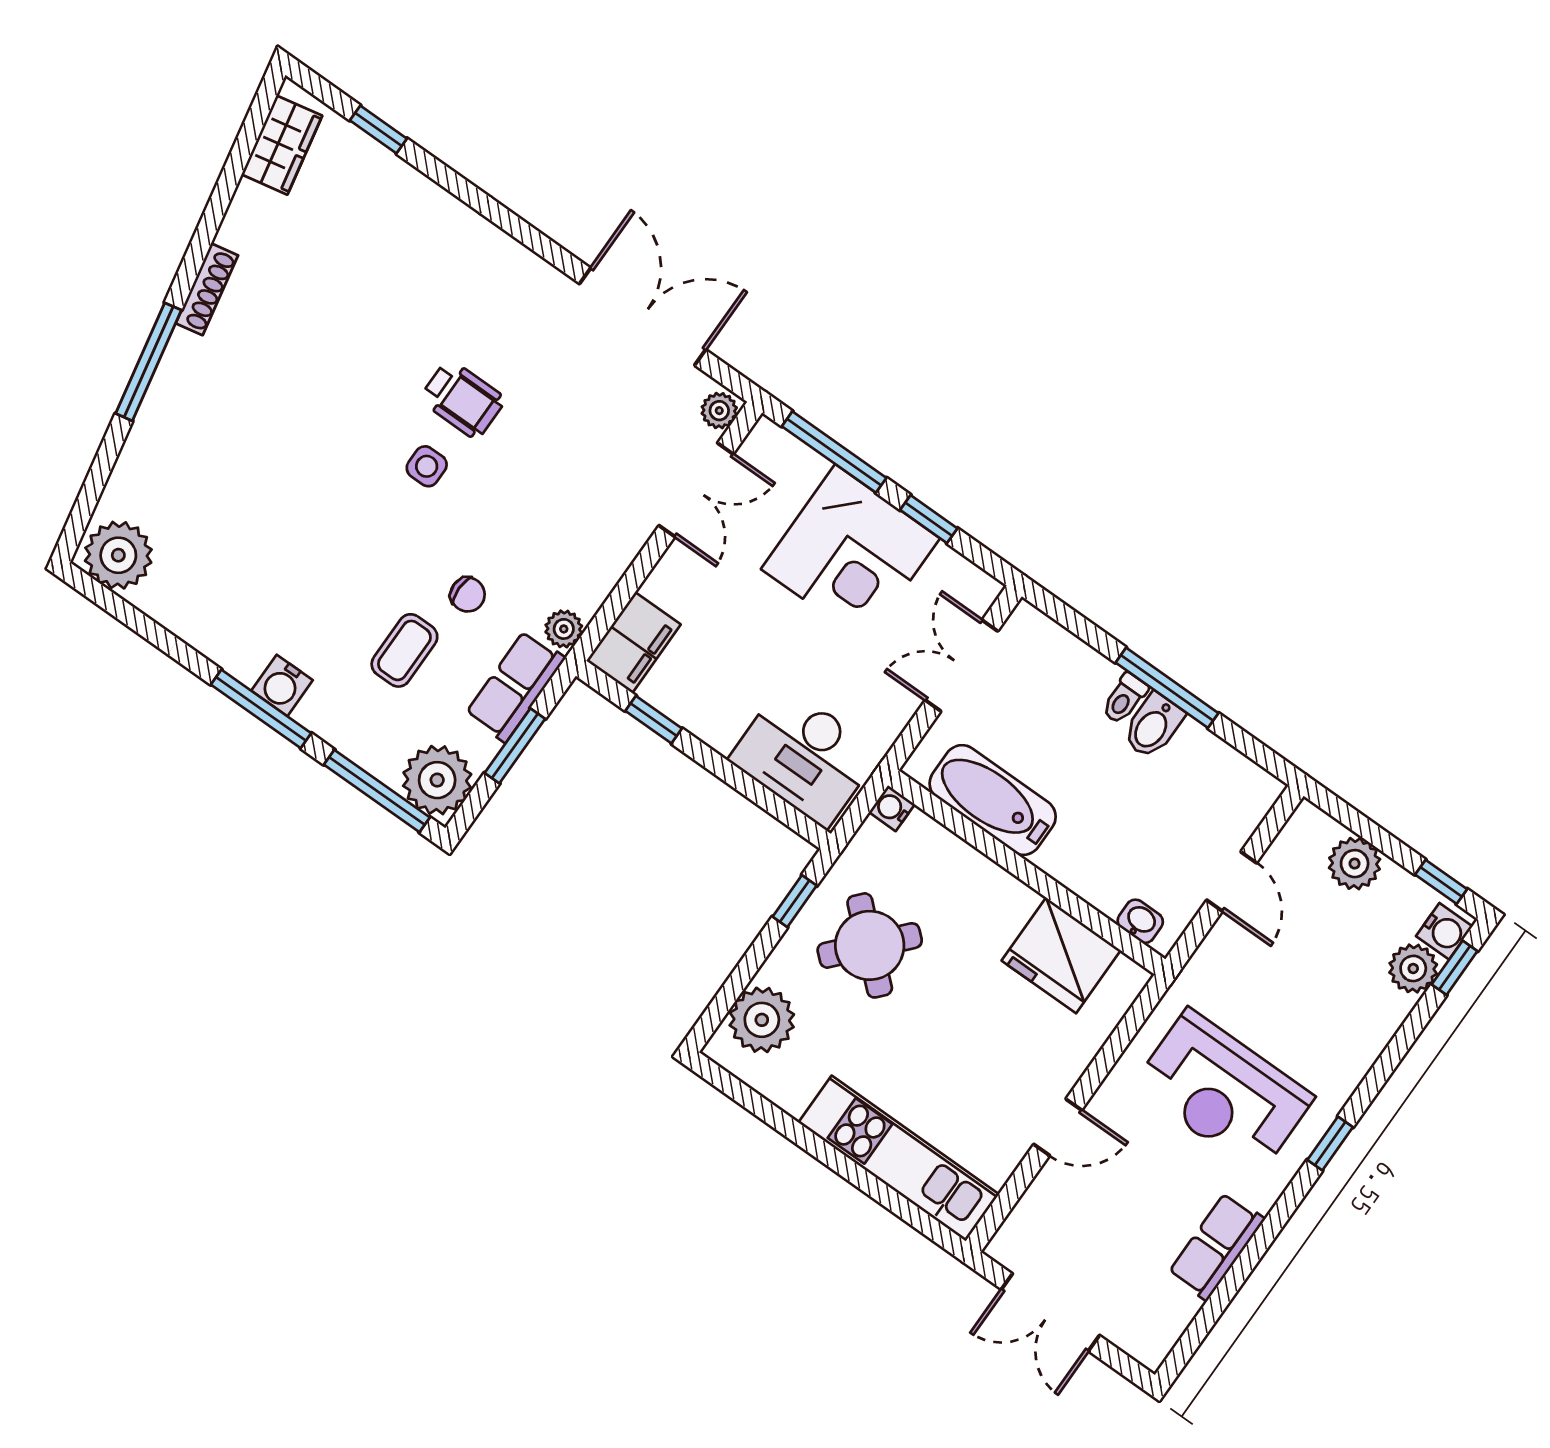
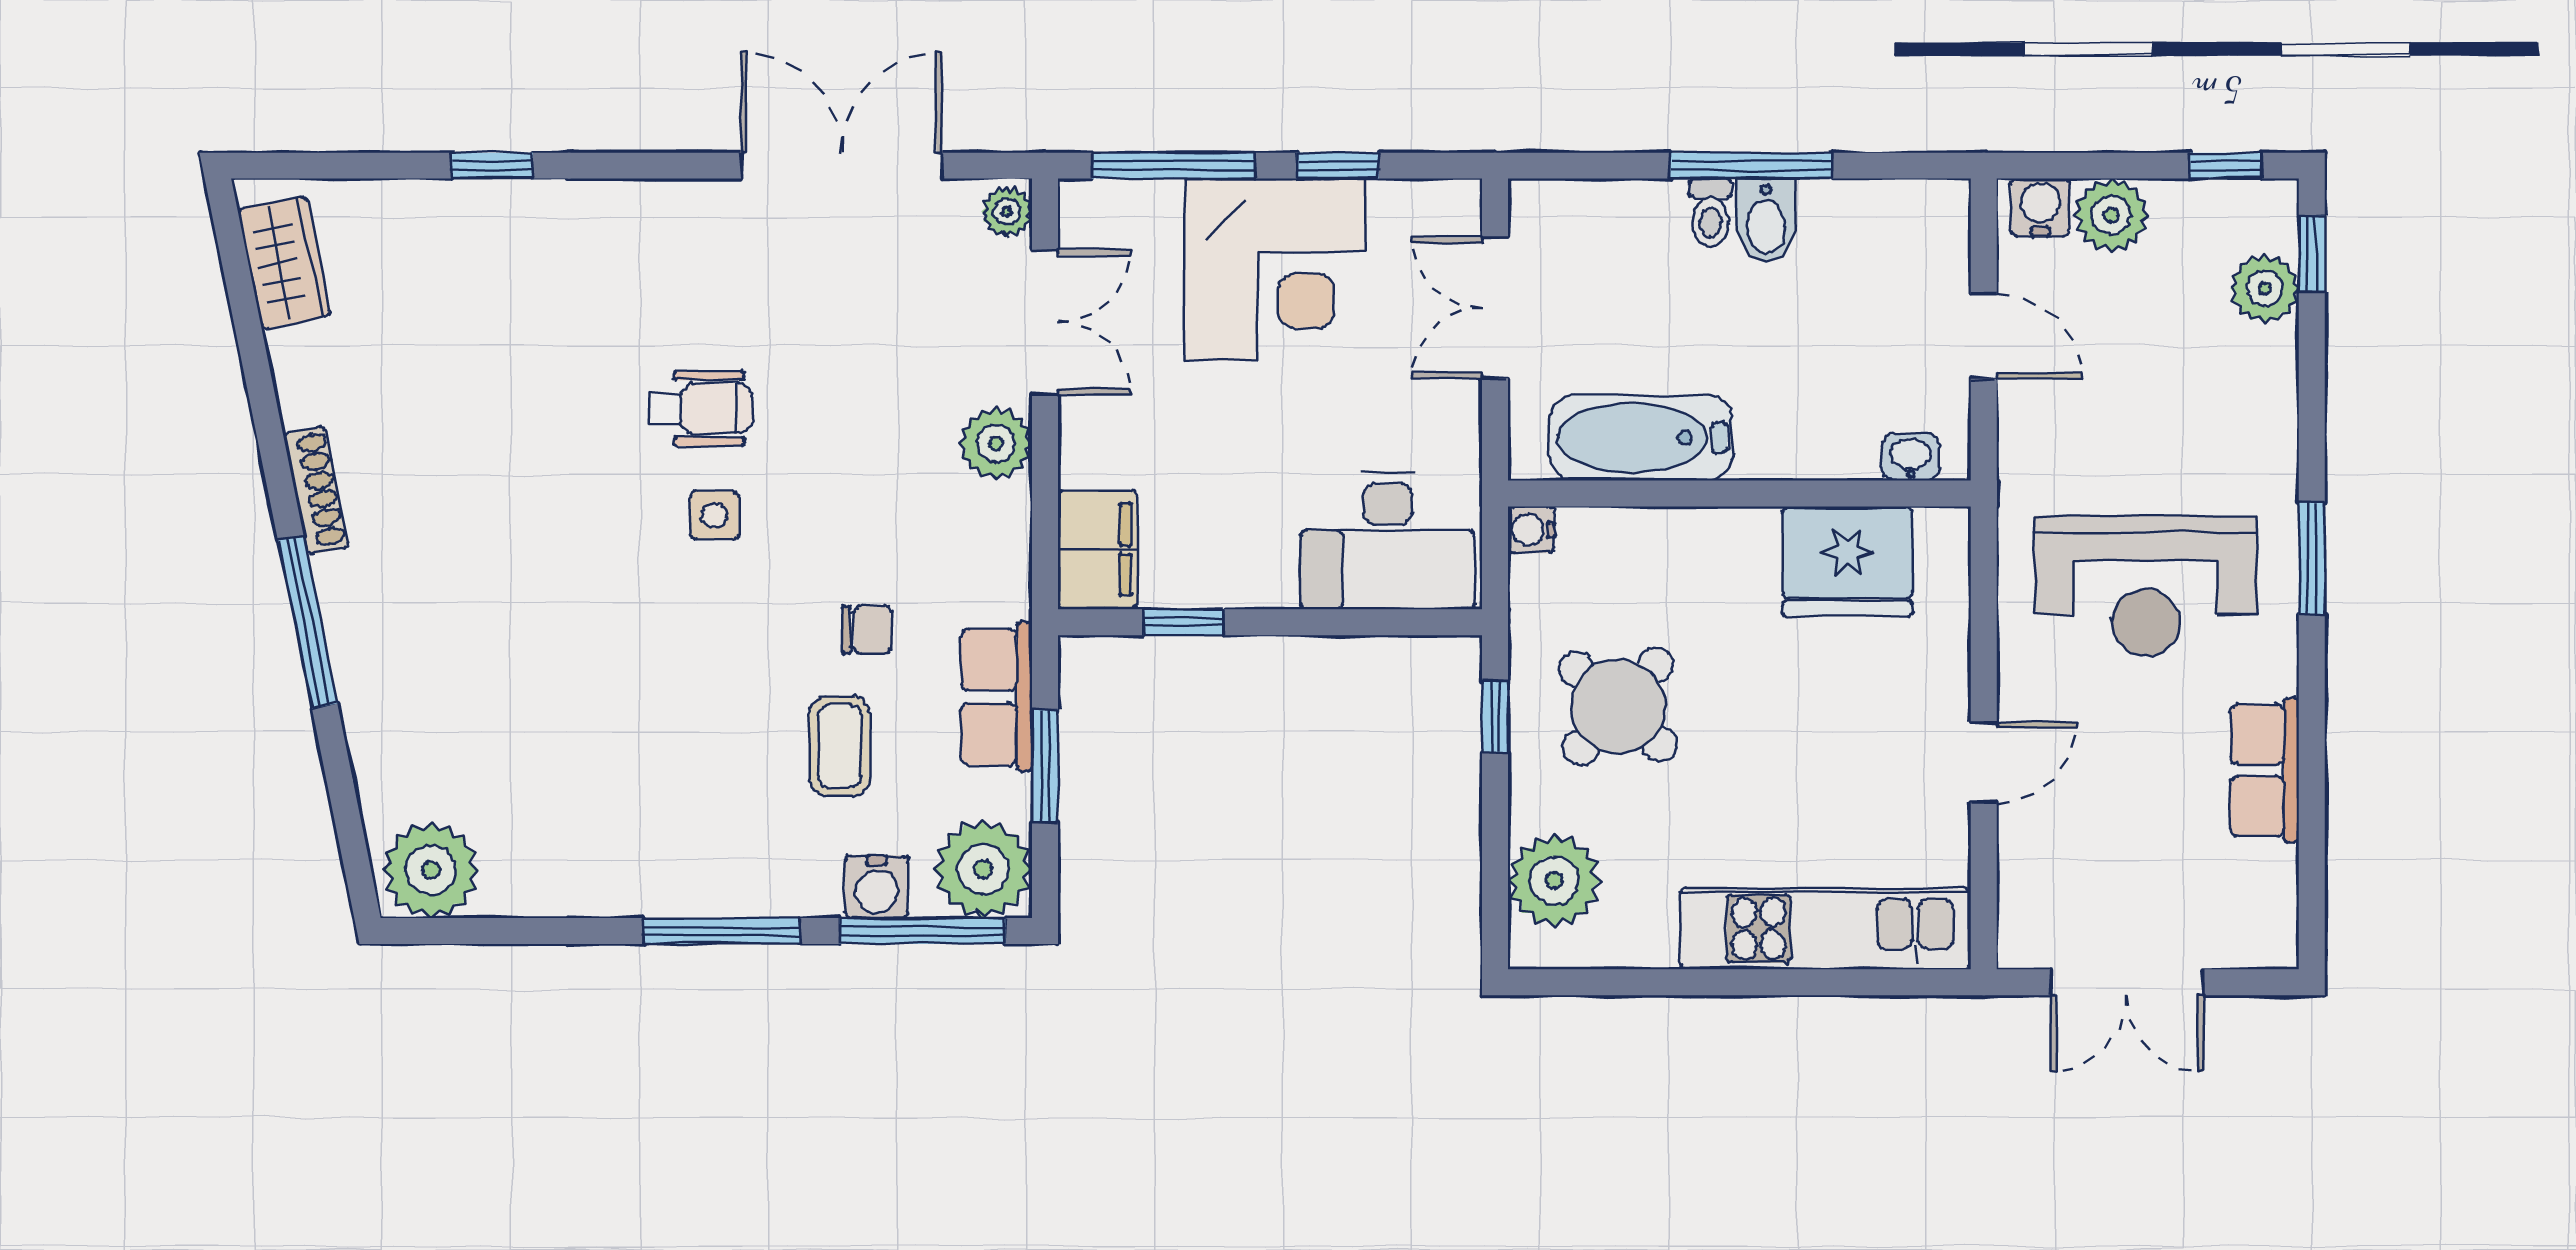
window: (378, 129) -> (493, 166), moved
plant: (564, 629) -> (996, 443), moved, width x1.38, depth x1.38
water cooler: (282, 685) -> (877, 887), moved
water cooler: (1444, 931) -> (2040, 207), moved, turned -90
window: (1330, 1143) -> (2312, 559), width x1.50

